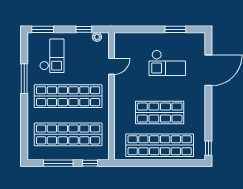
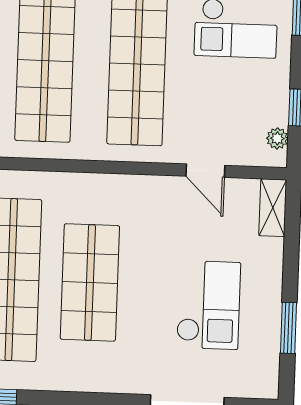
shelving: (126, 38) -> (273, 208), added
checkout: (167, 63) -> (209, 305), turned 180

